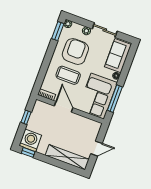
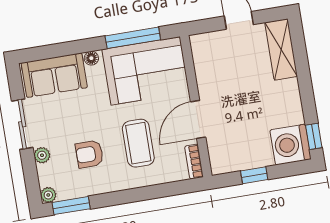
armchair: (75, 52) -> (89, 154), width x0.53, depth x0.53
shelving: (67, 157) -> (281, 49), width x0.68

